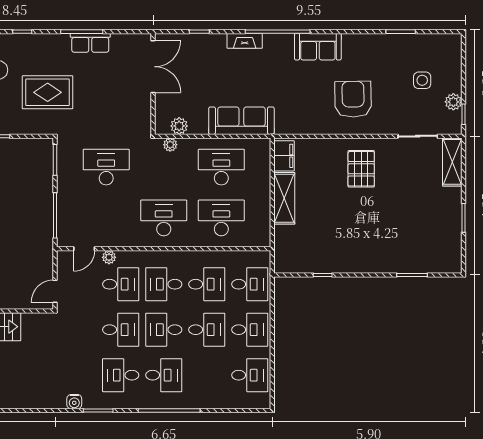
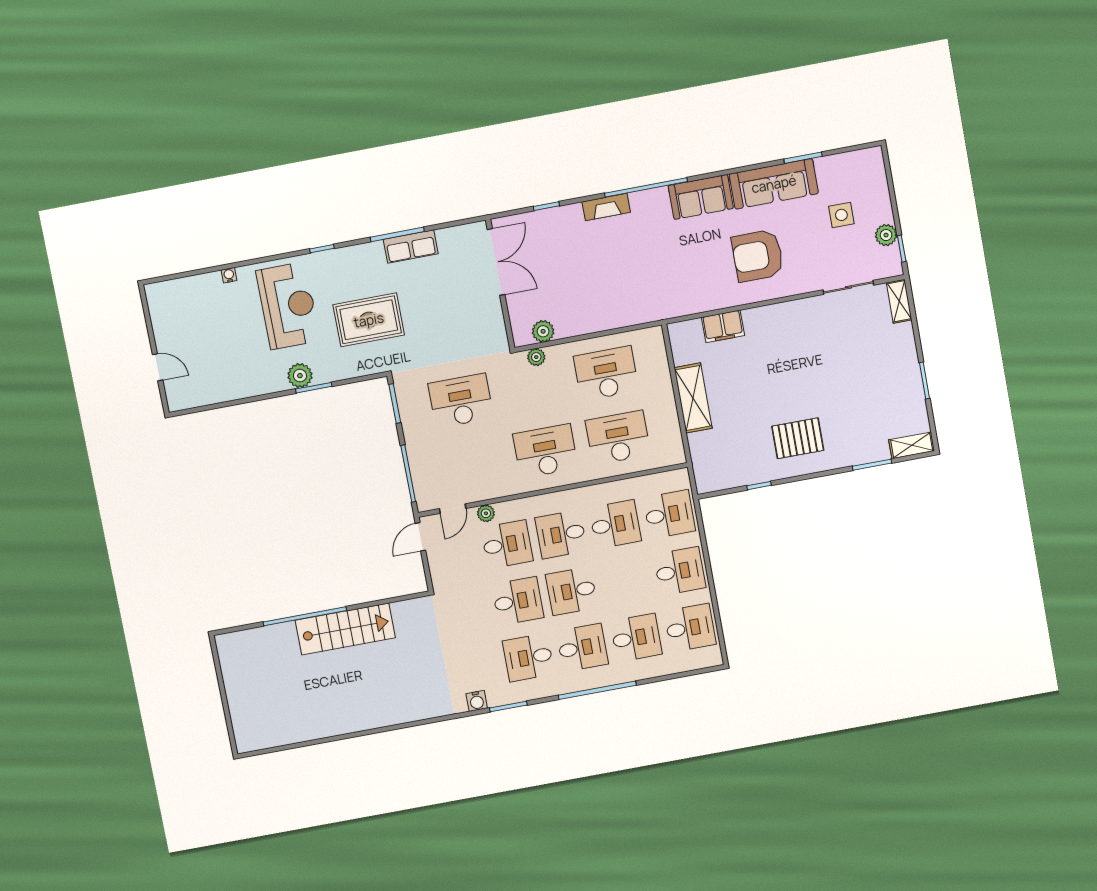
armchair: (353, 99) -> (758, 256), turned -89
sofa: (241, 121) -> (774, 184), moved, turned 180
filing cabinet: (284, 156) -> (723, 326), moved, turned 90
shelving: (452, 162) -> (899, 301), width x0.67, depth x0.75
pallet: (361, 169) -> (798, 438), moved, turned 90
shelving: (445, 266) -> (912, 445), added
door: (55, 291) -> (420, 537), moved
desk: (207, 330) -> (636, 638), moved

